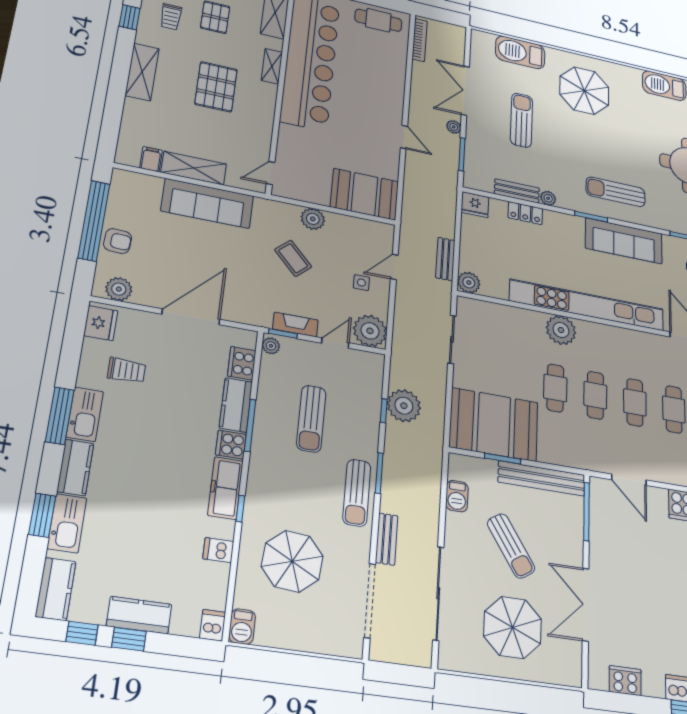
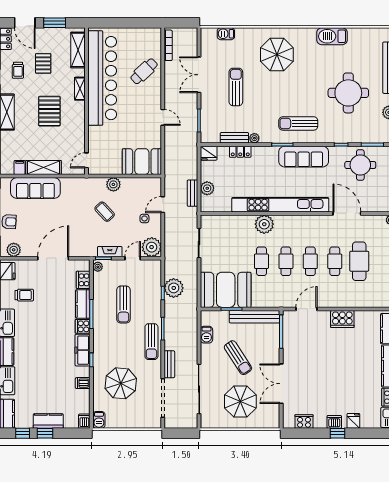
cafe table: (378, 20) -> (144, 71), moved, turned -43
barbecue: (520, 52) -> (226, 34), width x0.53, depth x0.65
plant: (454, 127) -> (193, 103), removed
sofa: (207, 203) -> (35, 188), moved
plant: (469, 283) -> (207, 188), moved
door: (629, 480) -> (306, 309), swing flipped

